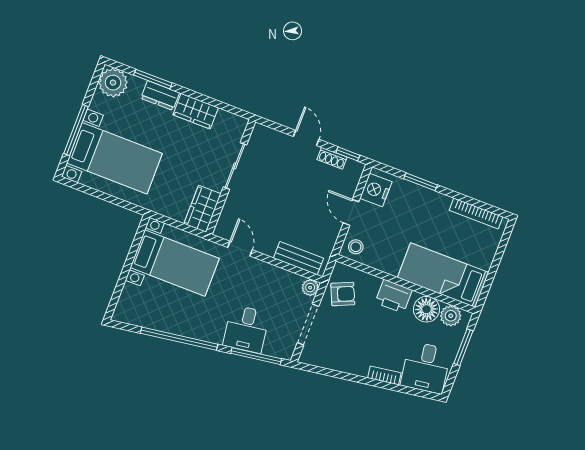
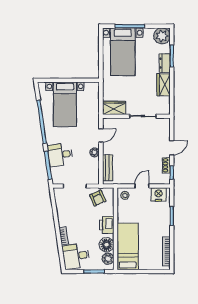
bed with nightstands: (175, 263) -> (65, 104), moved
plant: (310, 288) -> (95, 152), moved

